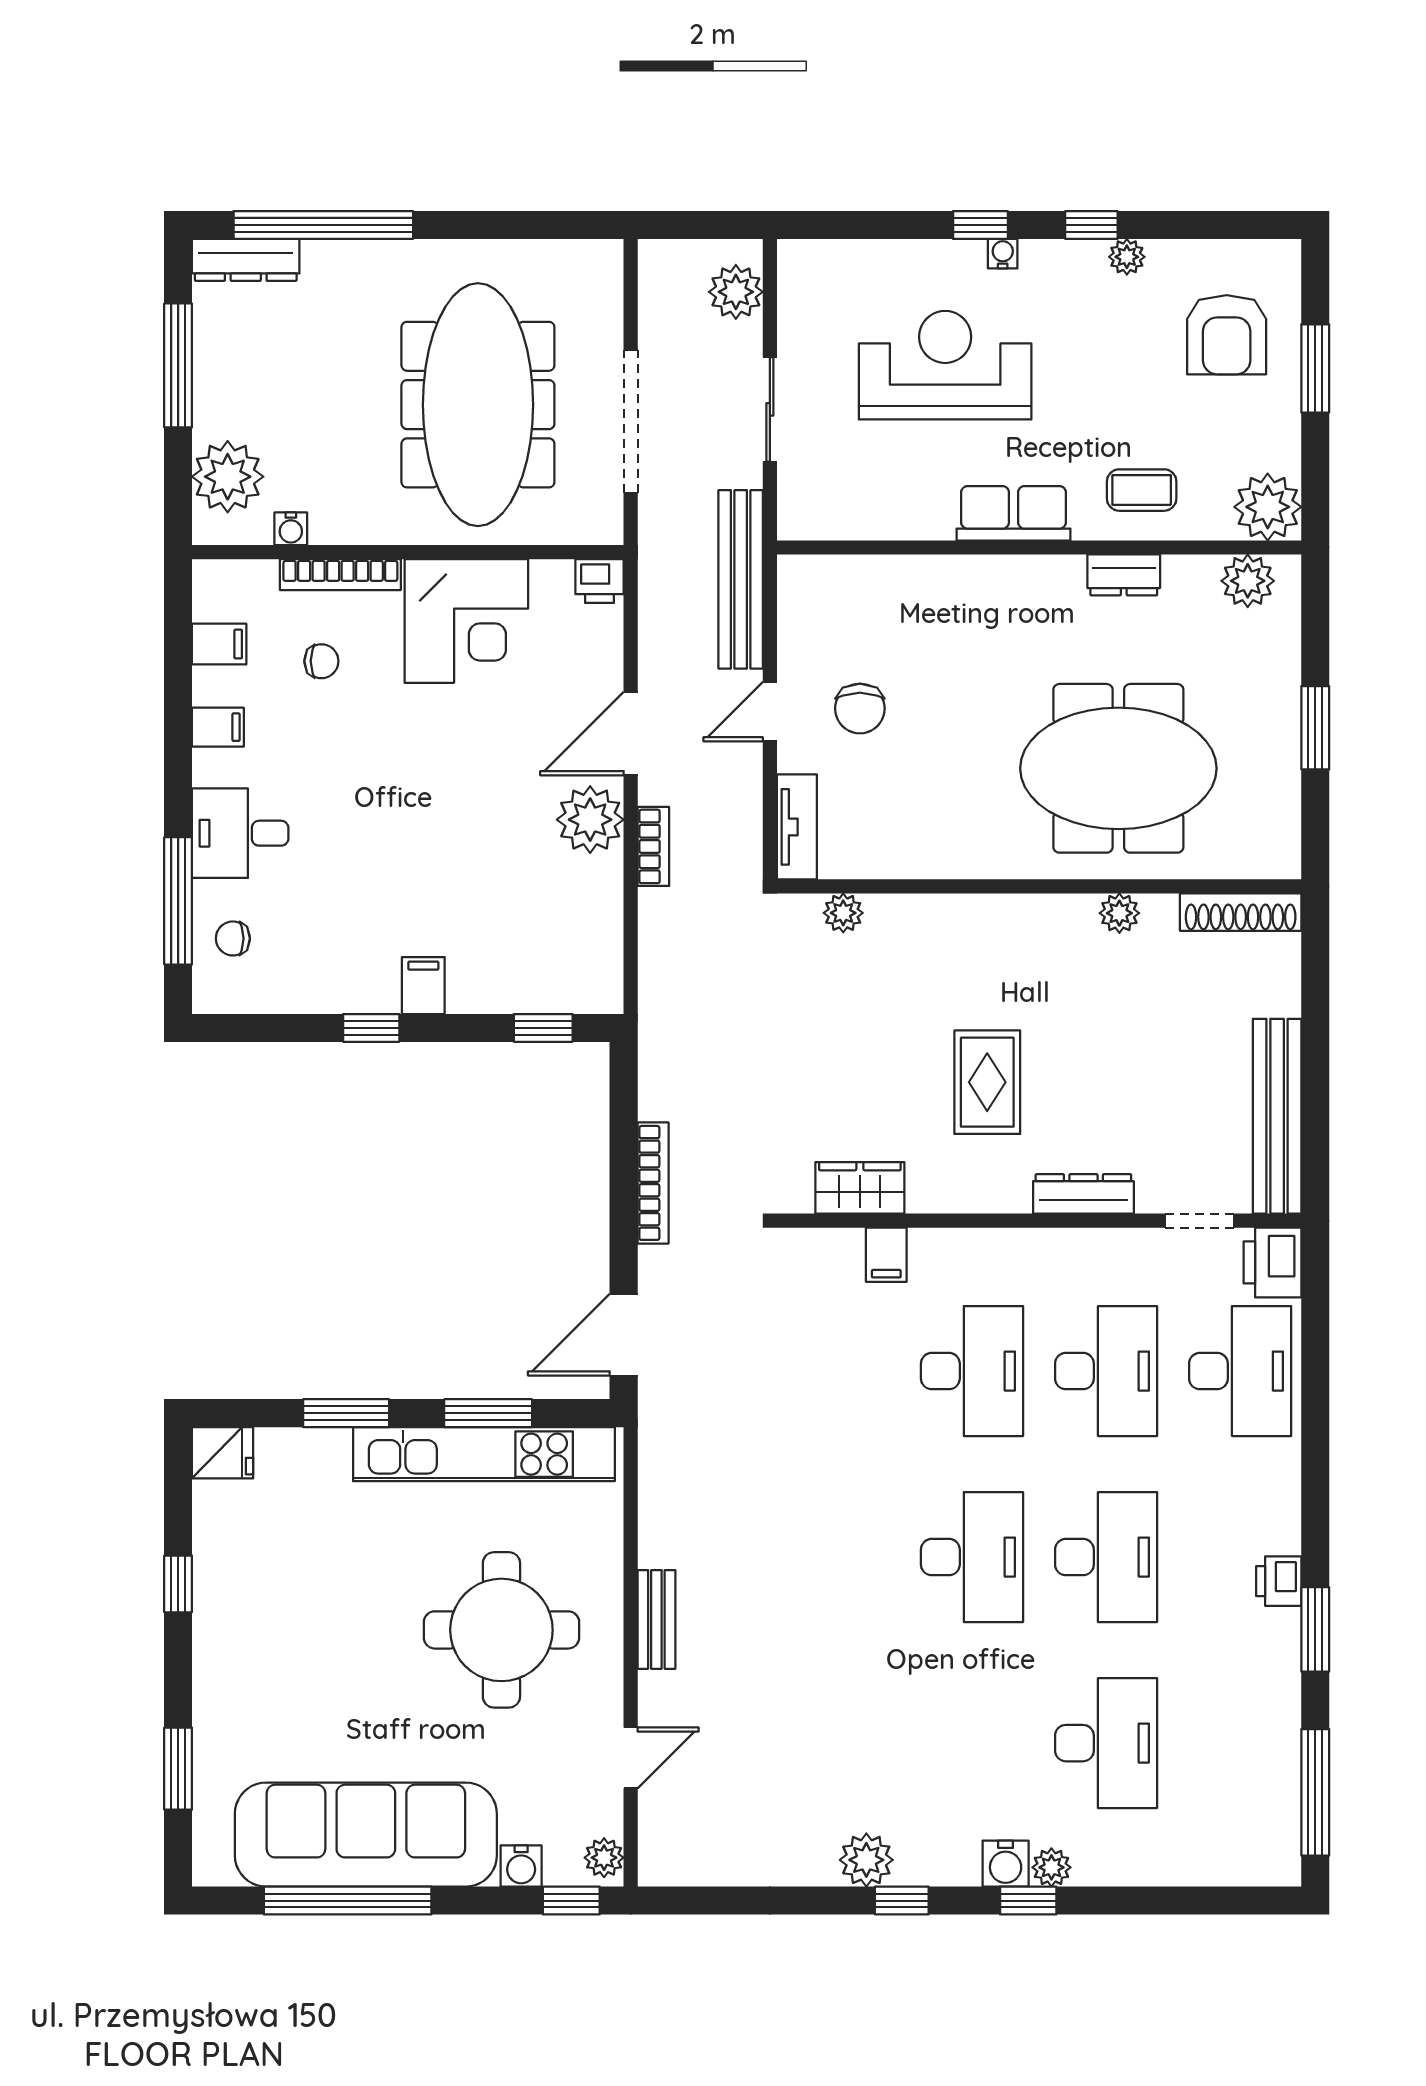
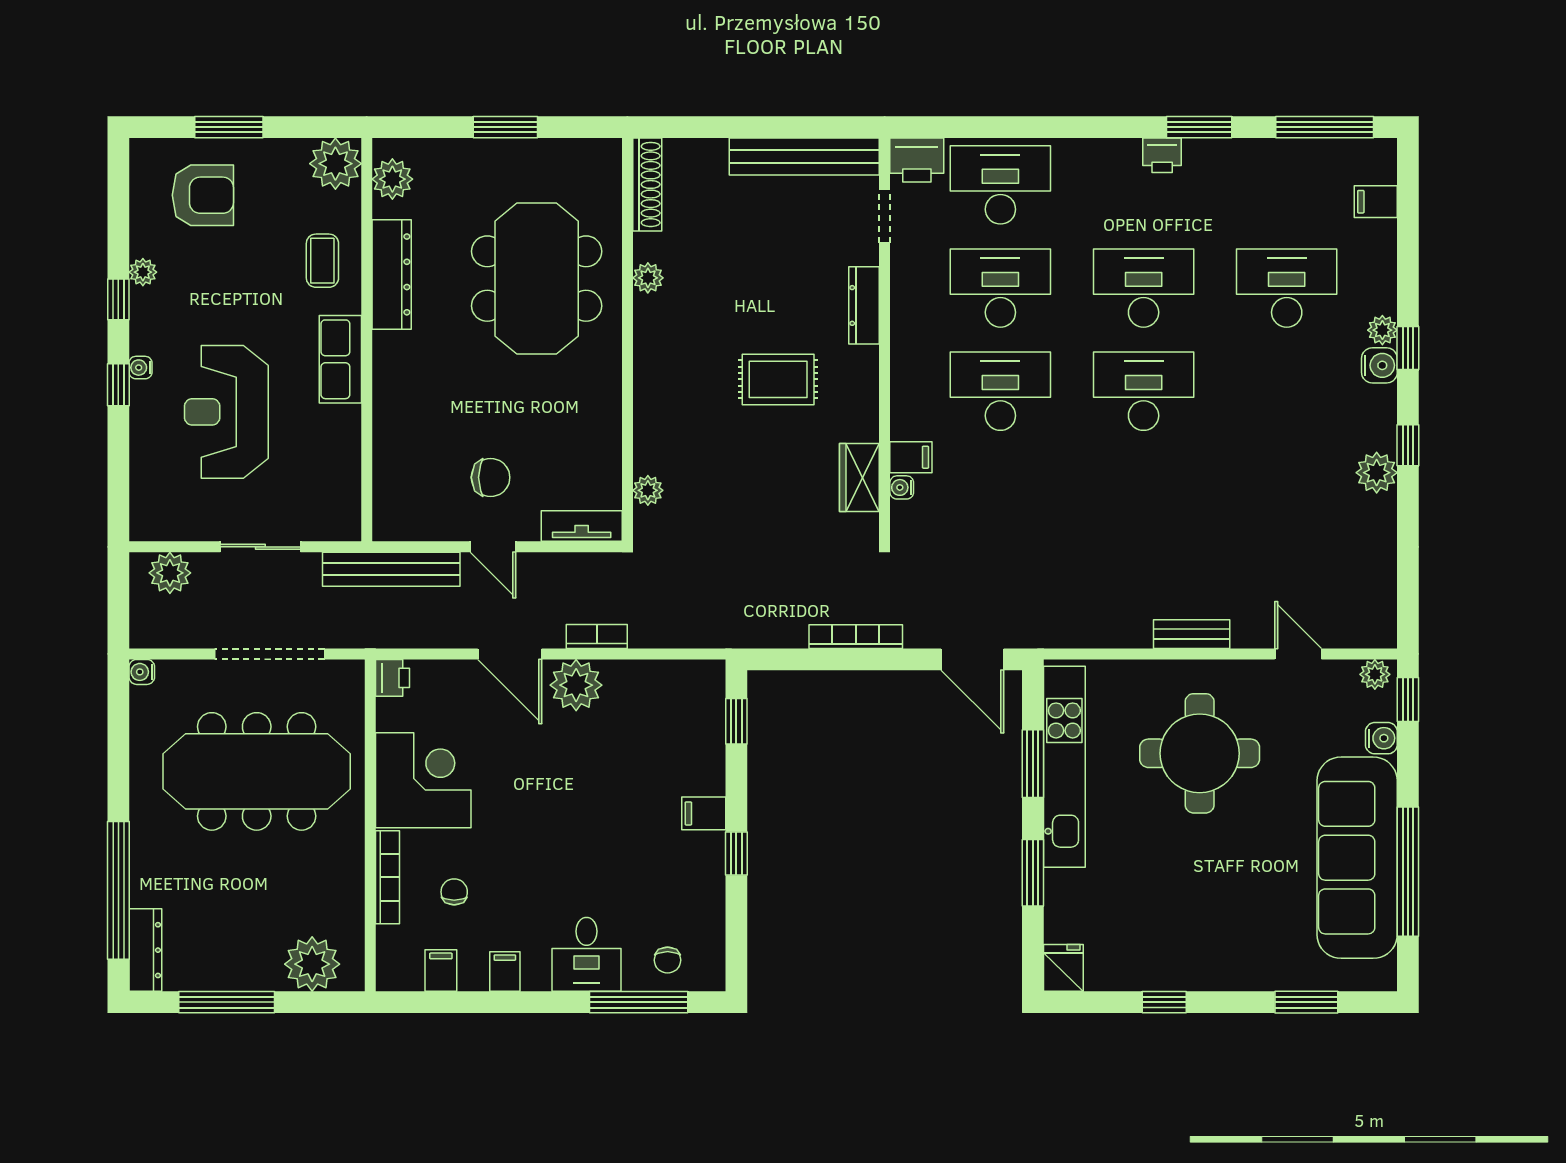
water cooler: (291, 529) -> (142, 672), moved, turned 180
dresser: (1124, 575) -> (392, 274), width x1.96, depth x1.24
water cooler: (847, 1243) -> (902, 487), added
filing cabinet: (1218, 1859) -> (1376, 202), added

